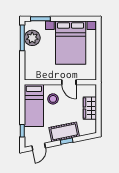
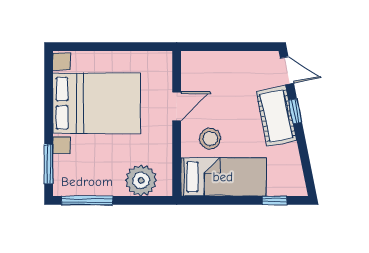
plant: (32, 38) -> (141, 180), moved
wardrobe: (90, 108) -> (229, 64), removed
door: (39, 147) -> (287, 71), moved

